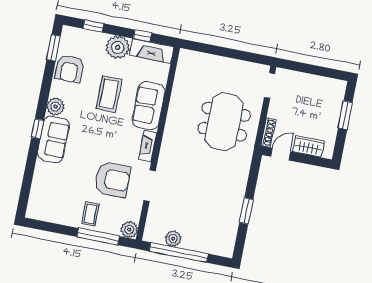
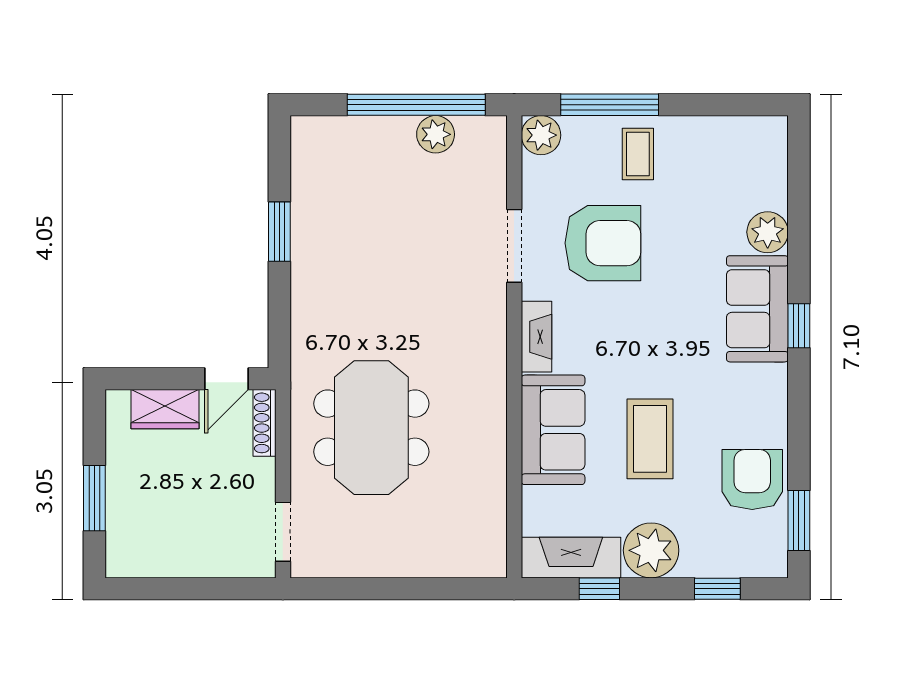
plant: (55, 107) -> (768, 232), moved
armchair: (112, 179) -> (603, 243), turned 180

